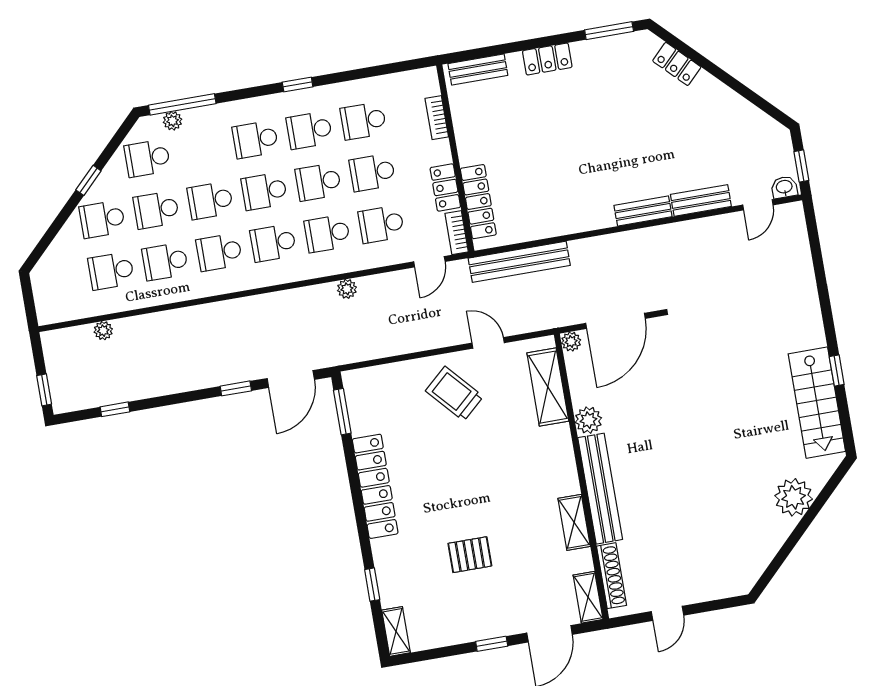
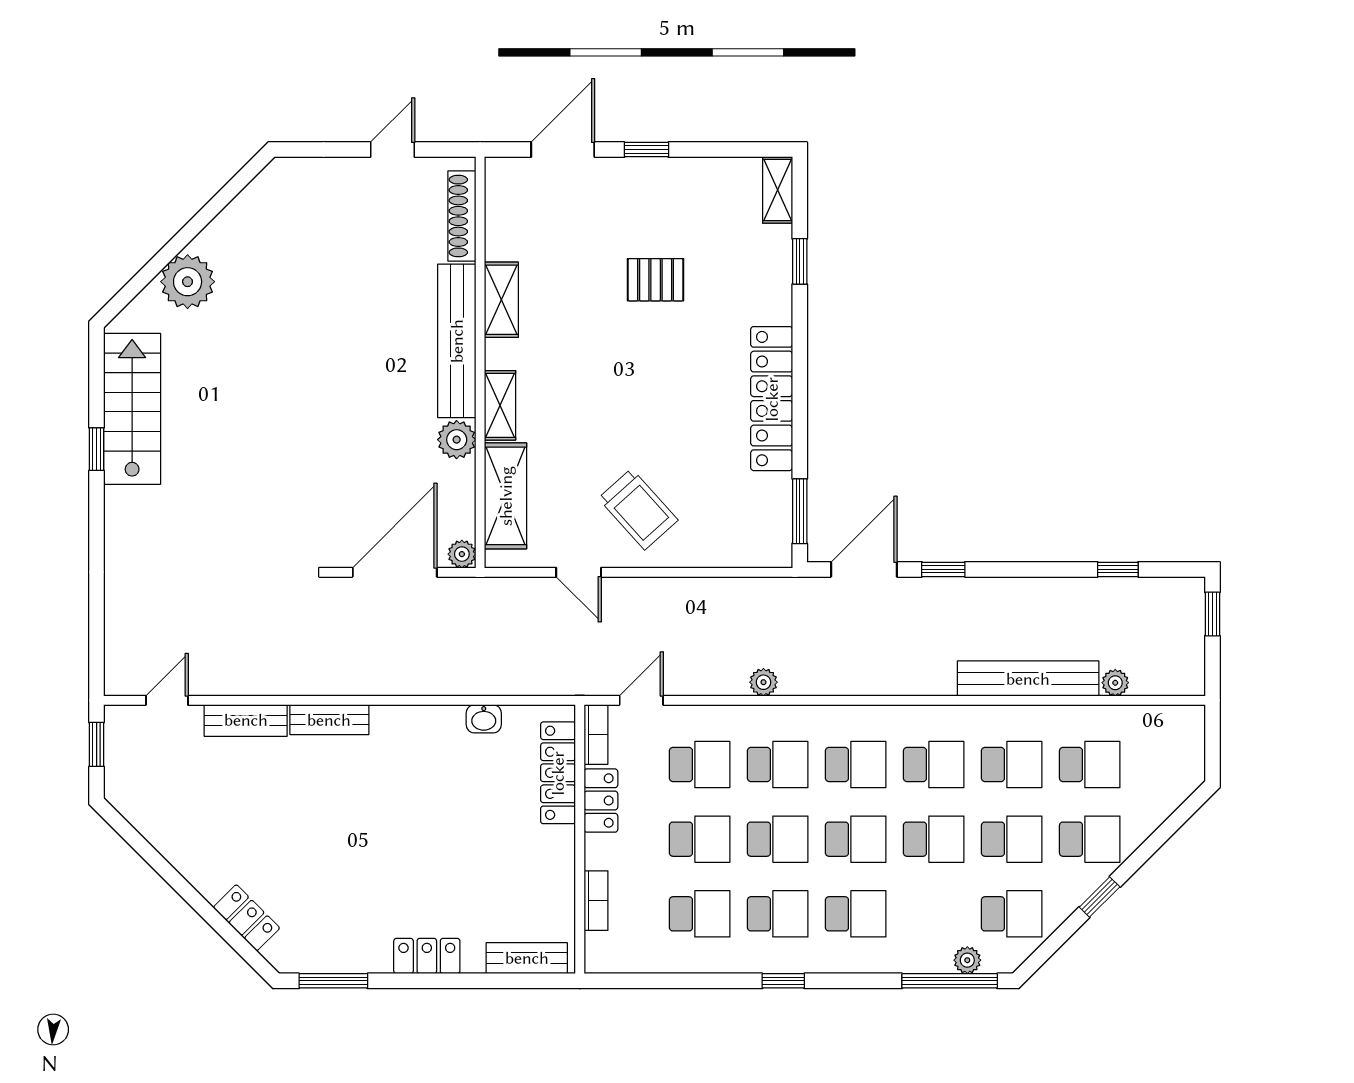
washbasin: (784, 187) -> (484, 719), moved
bench: (519, 262) -> (1028, 679), moved
shelving: (588, 597) -> (500, 405), moved

